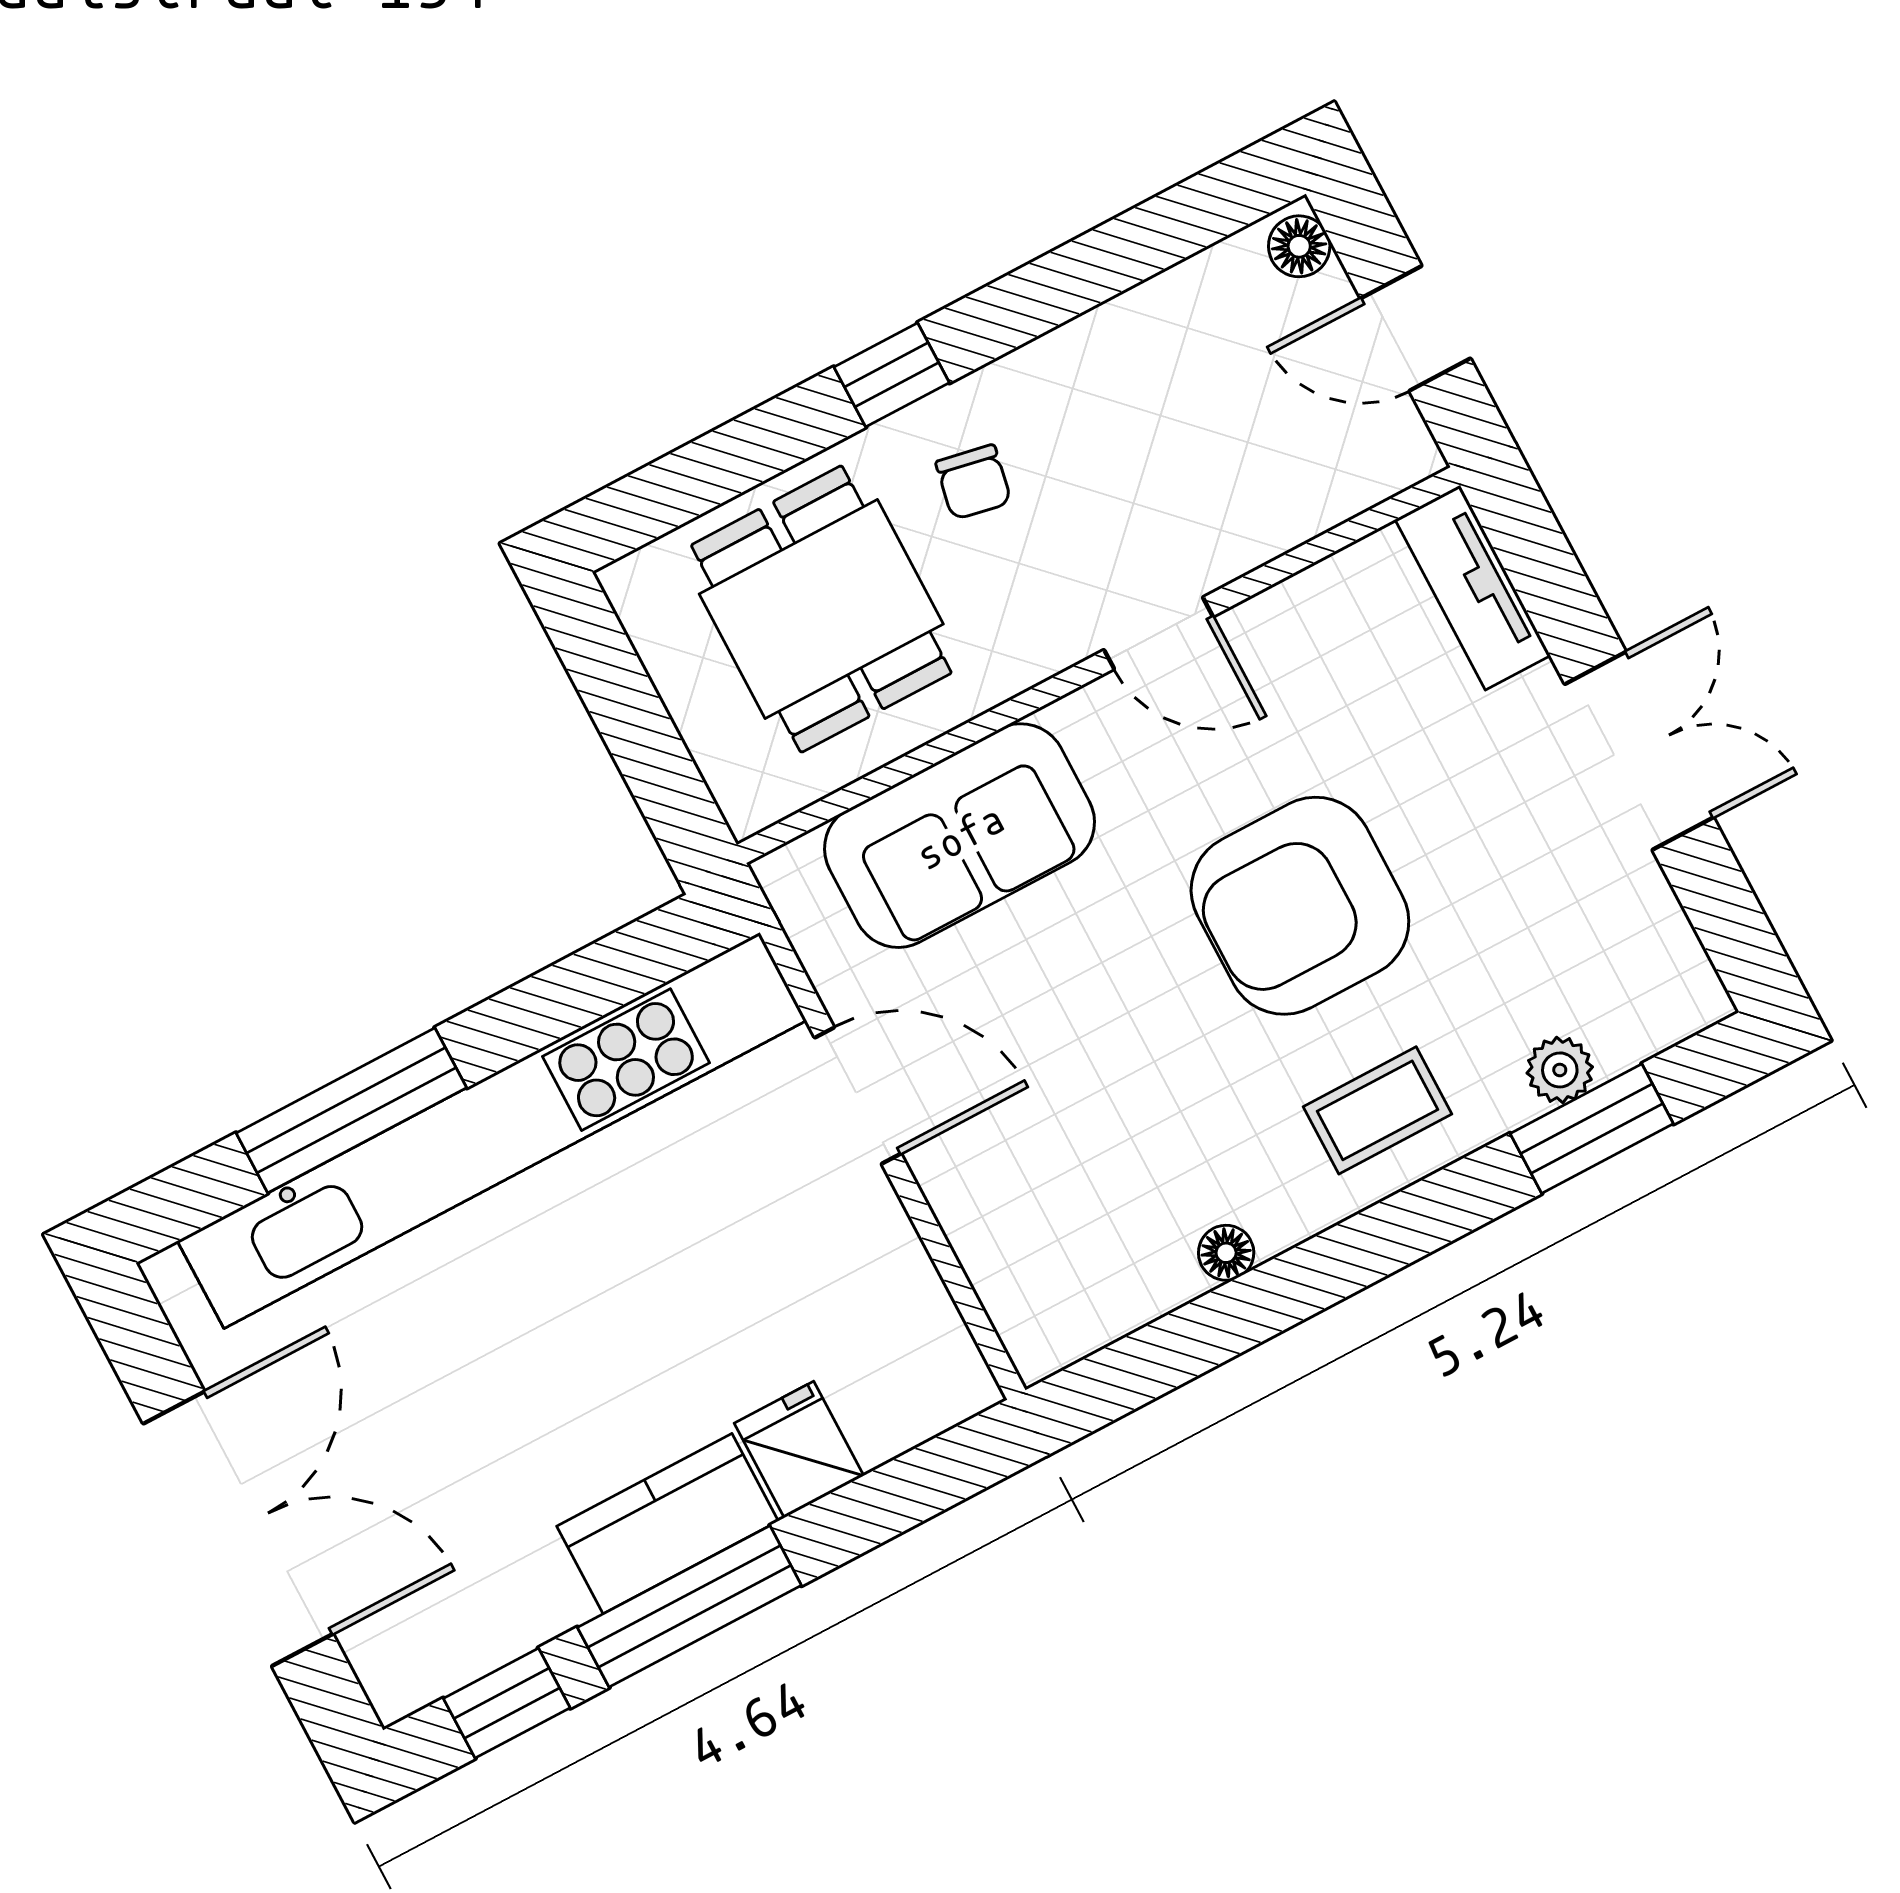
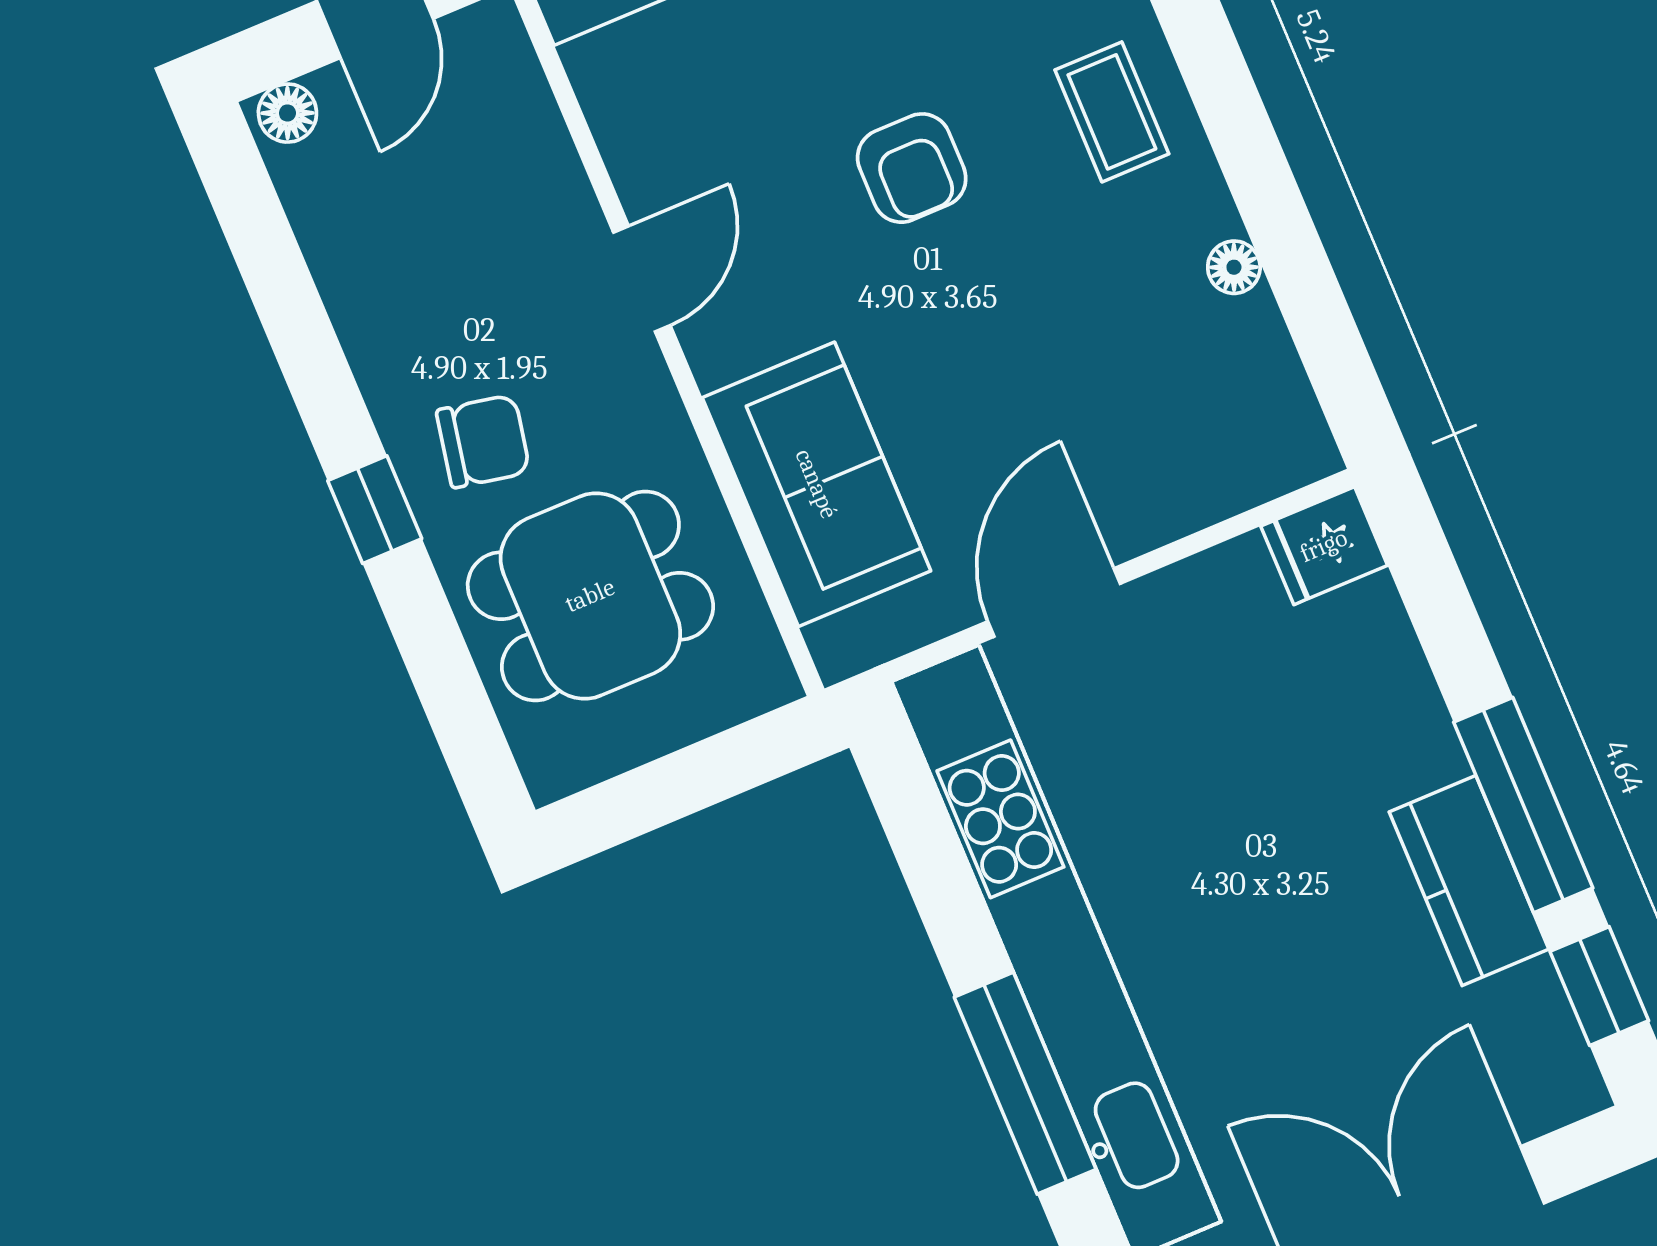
chair: (973, 482) -> (483, 441), width x1.37, depth x1.37
armchair: (1300, 906) -> (912, 168), width x0.53, depth x0.53
fridge: (799, 1450) -> (1324, 546), moved
kitchen counter: (668, 1524) -> (1469, 881), moved

